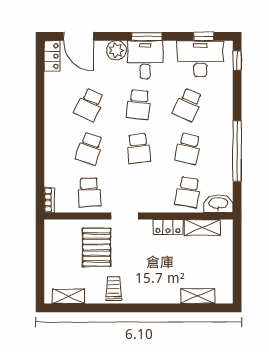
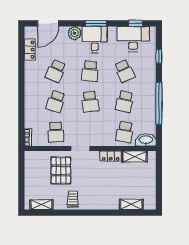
door: (78, 36) -> (48, 23), hinge flipped
locker: (52, 56) -> (30, 50), moved
window: (237, 60) -> (159, 56), moved
school desk: (188, 105) -> (125, 71), turned -48

